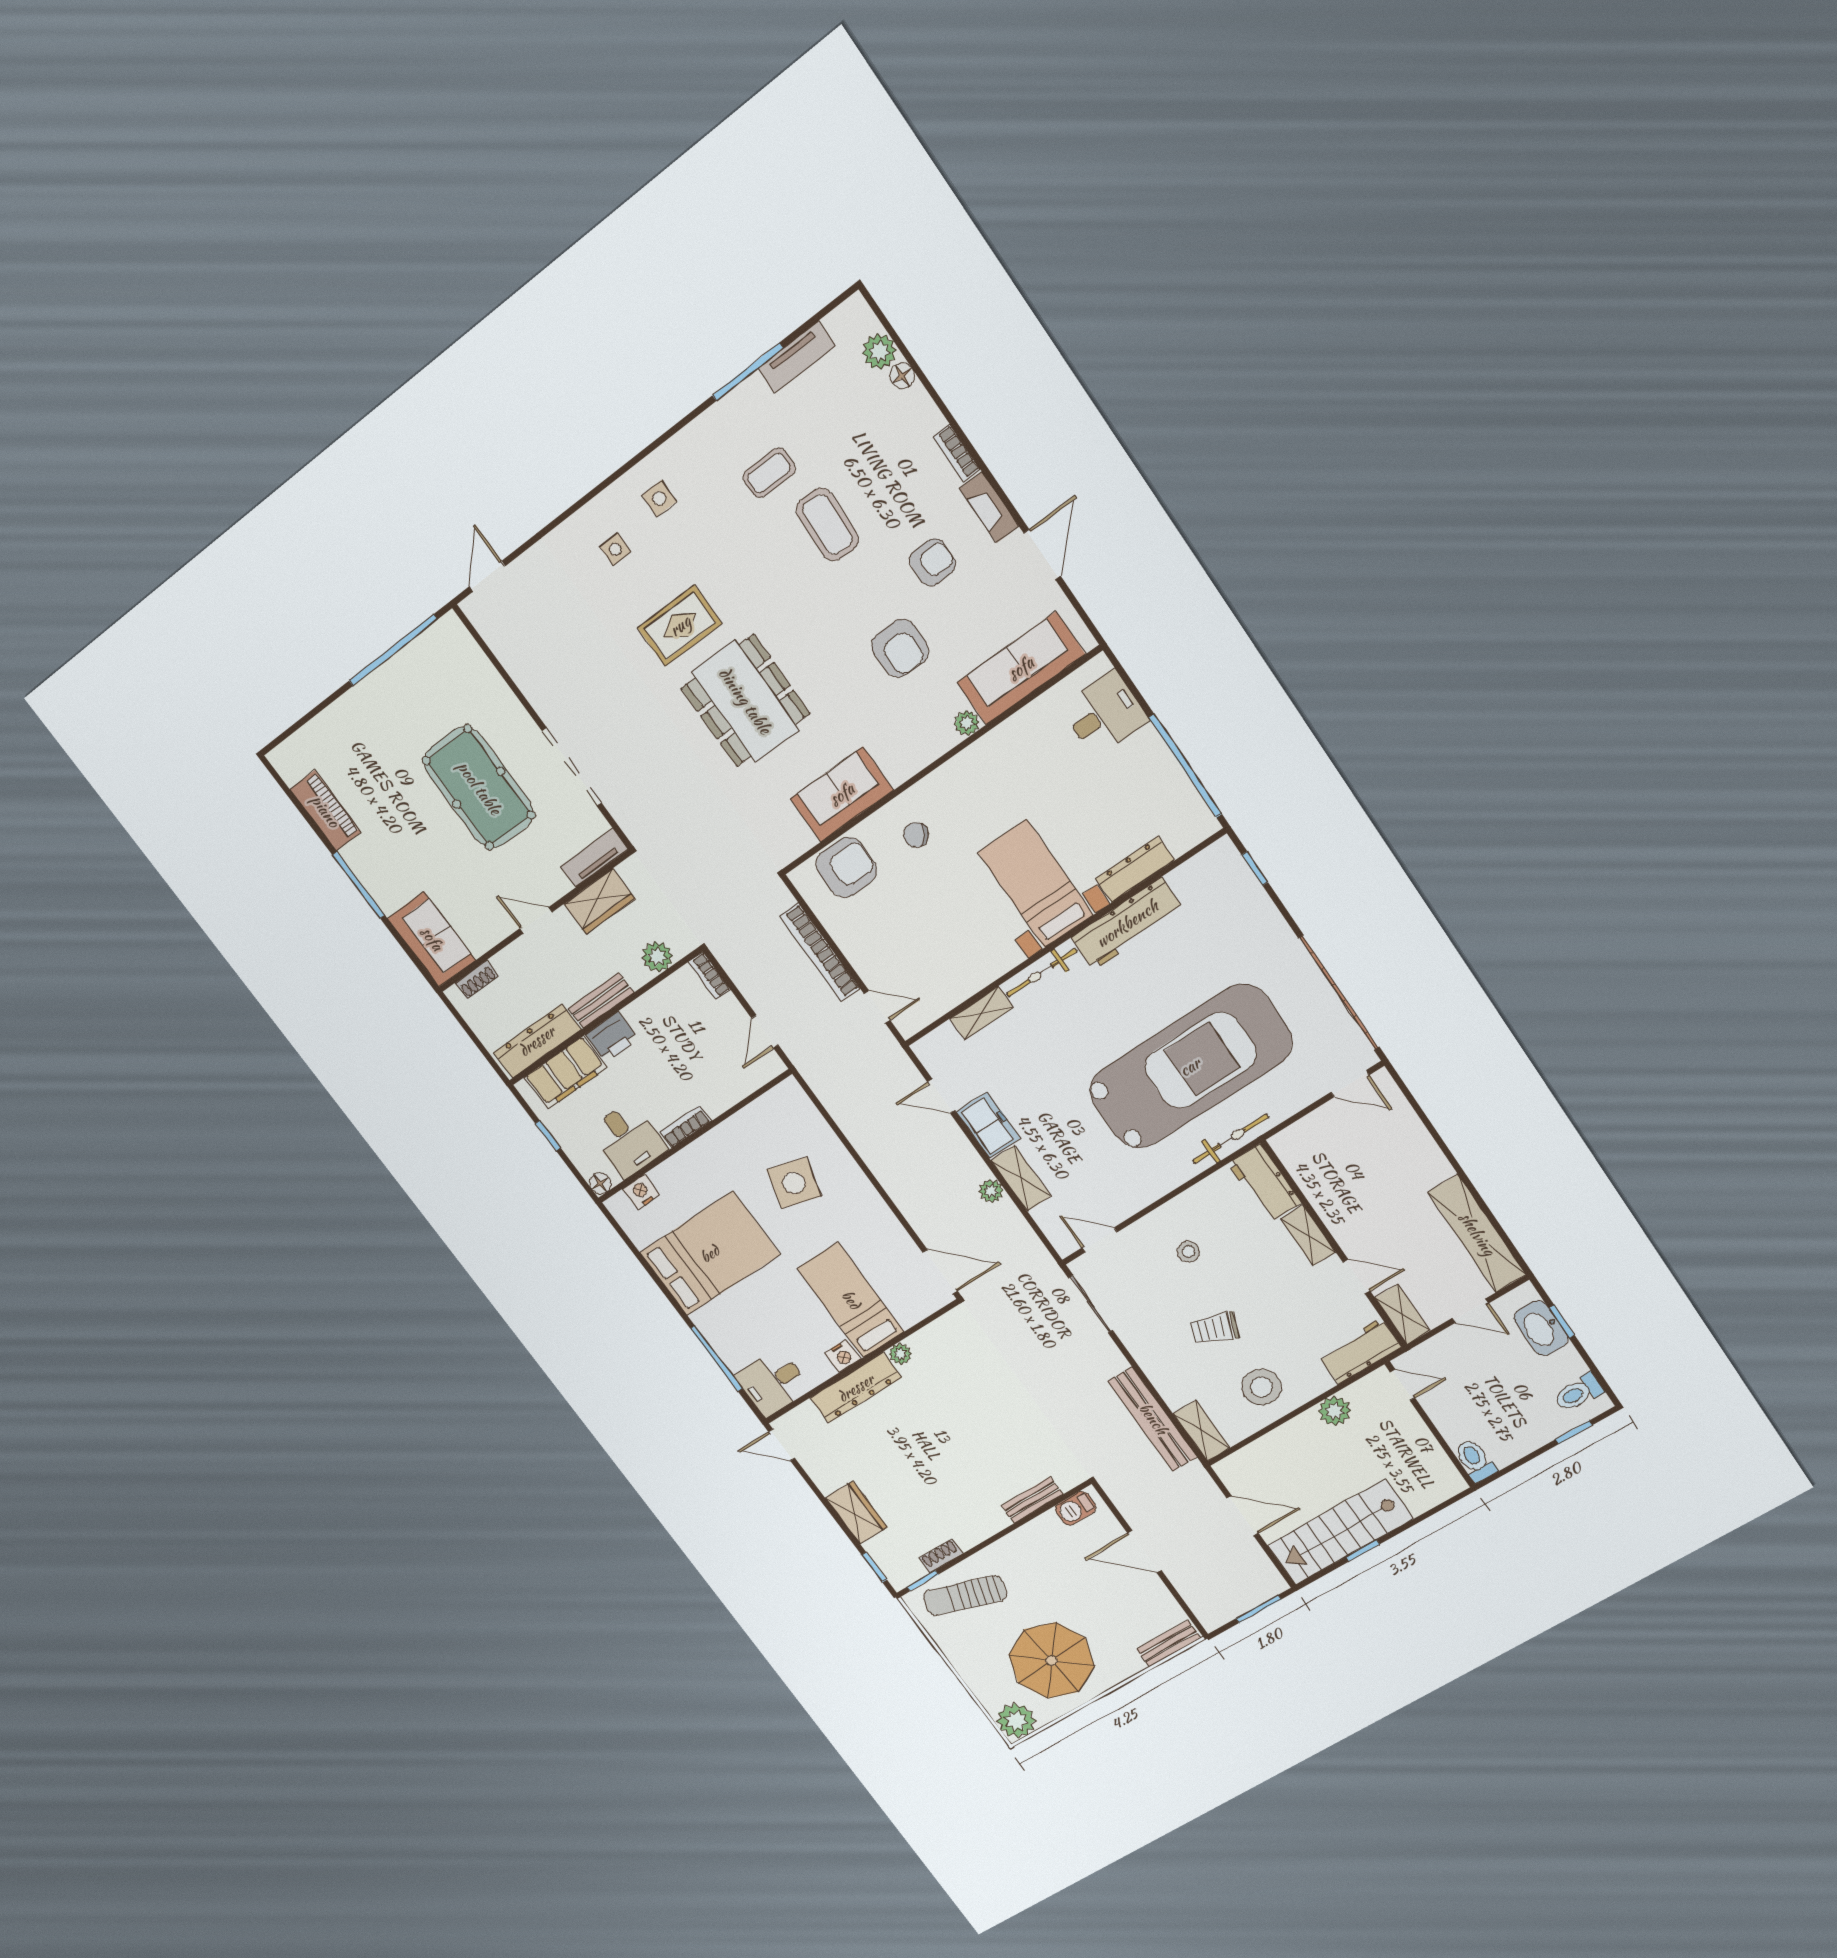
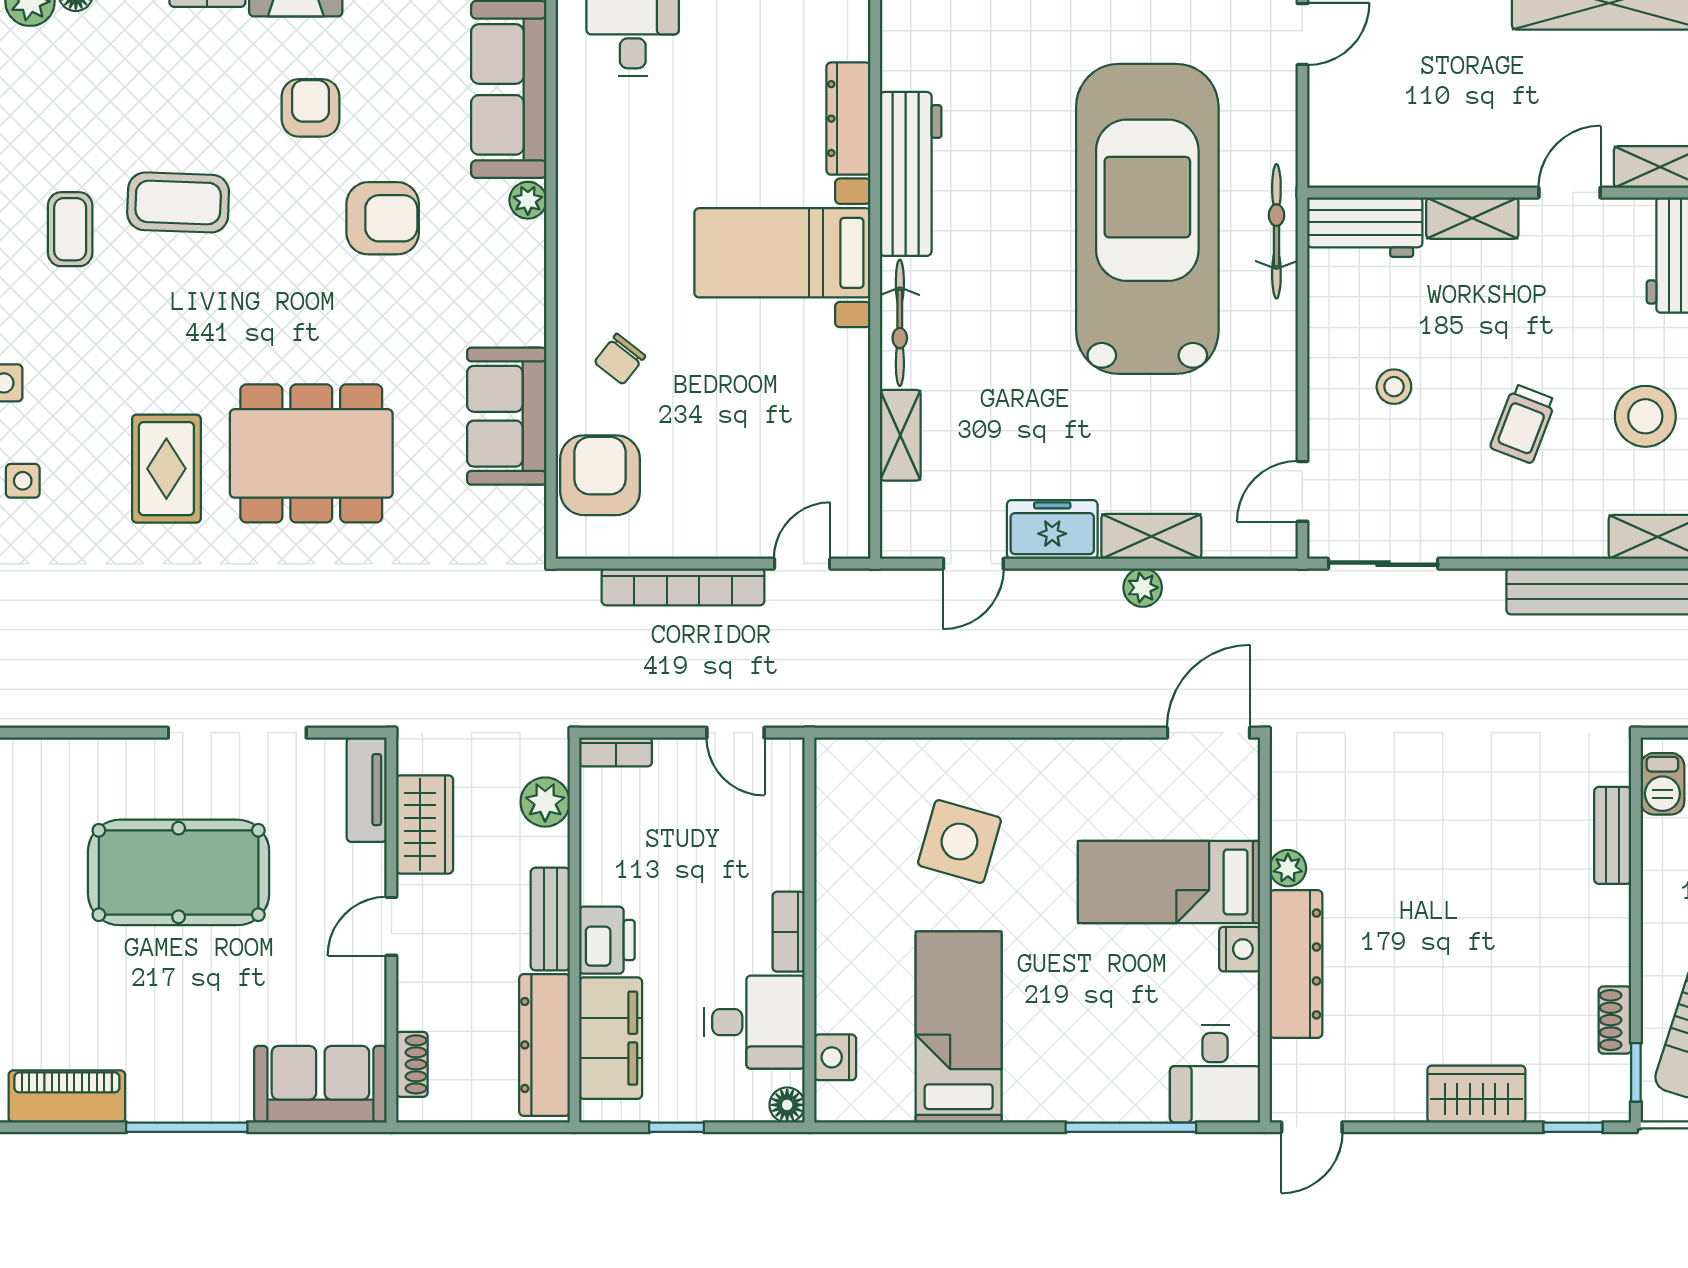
bed: (710, 1254) -> (959, 1027), width x0.67

